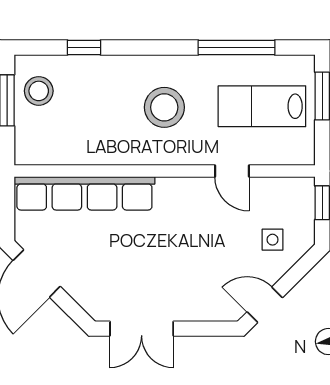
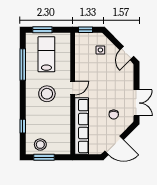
lab bench: (262, 106) -> (46, 54), turned 180
door: (232, 171) -> (73, 88), moved
chair: (113, 272) -> (114, 114), added

